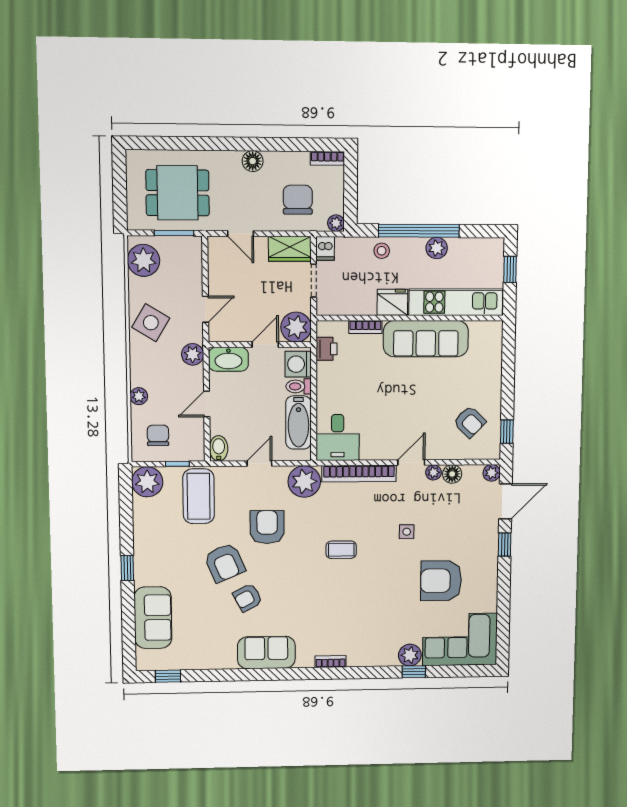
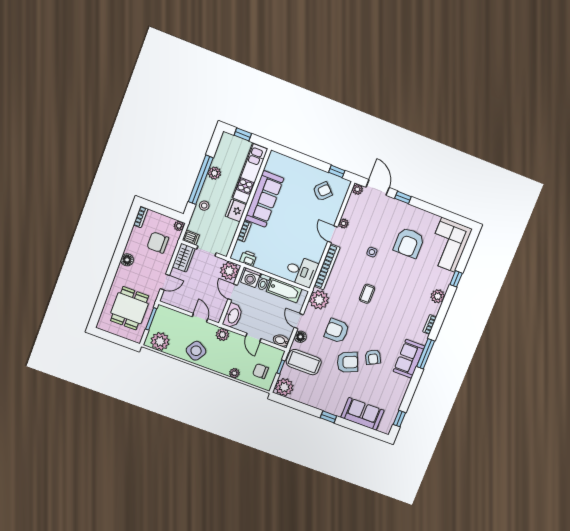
floor lamp: (452, 474) -> (300, 337), moved
plant: (410, 655) -> (438, 296), moved
window: (284, 674) -> (426, 354), added

